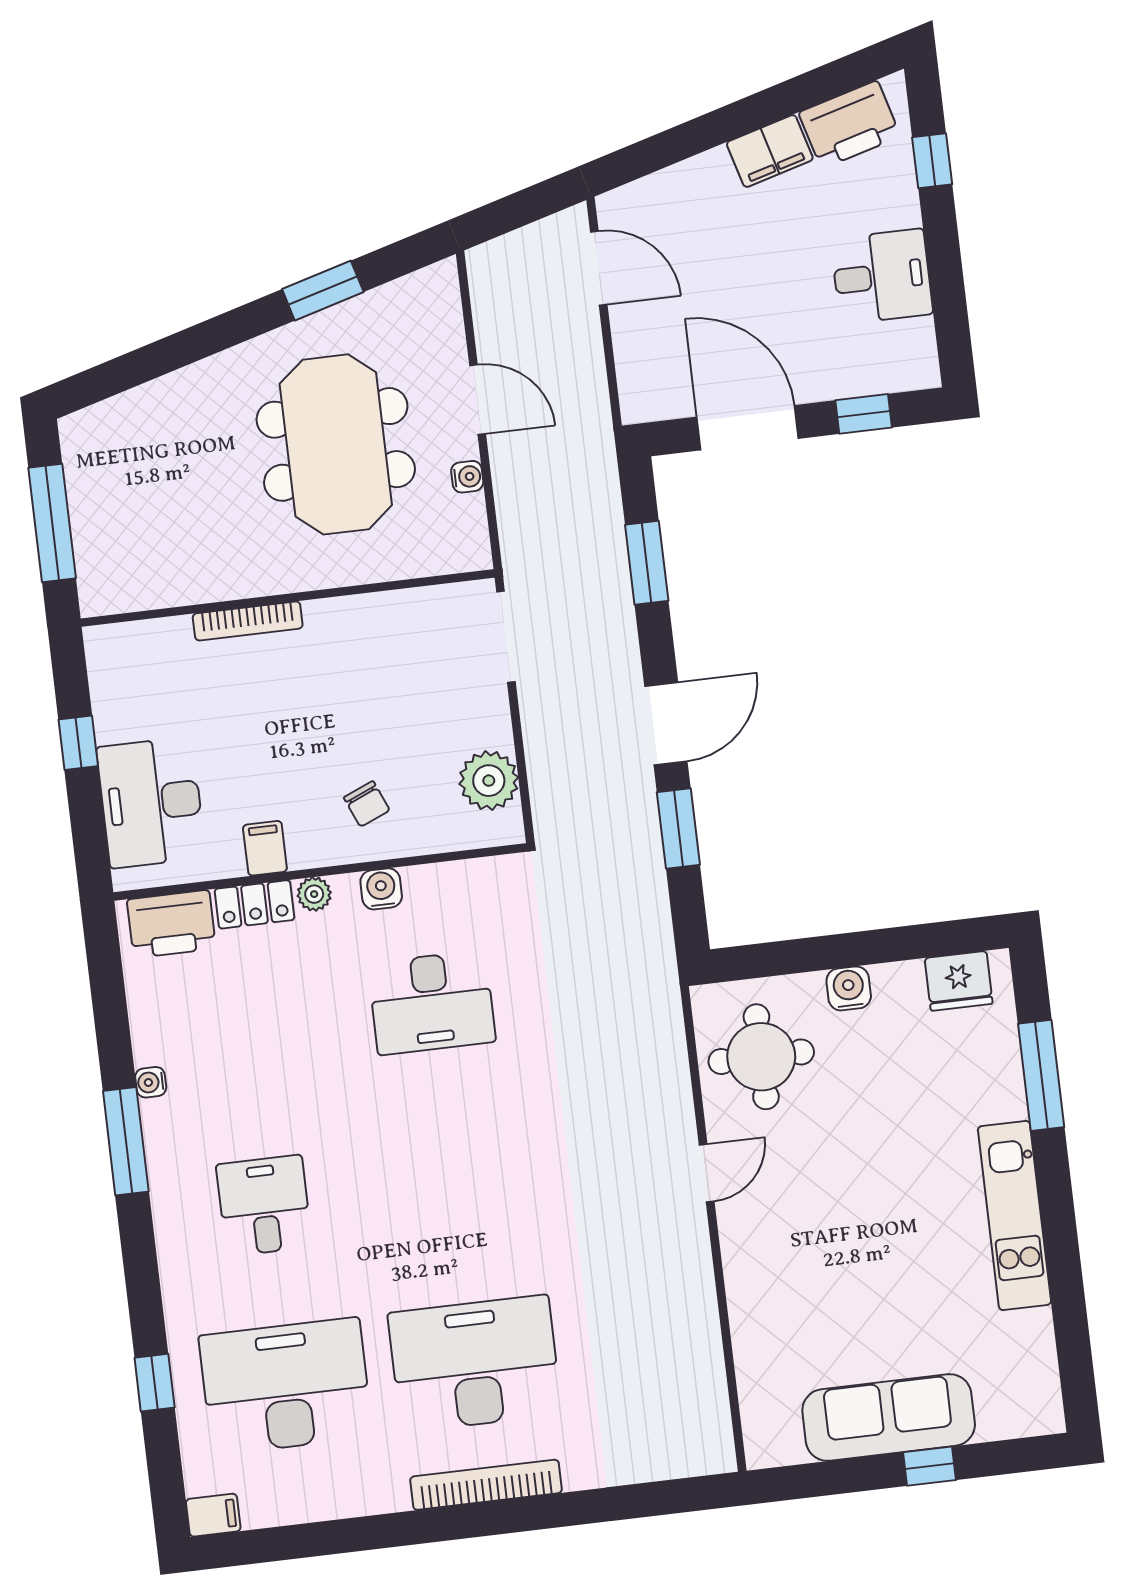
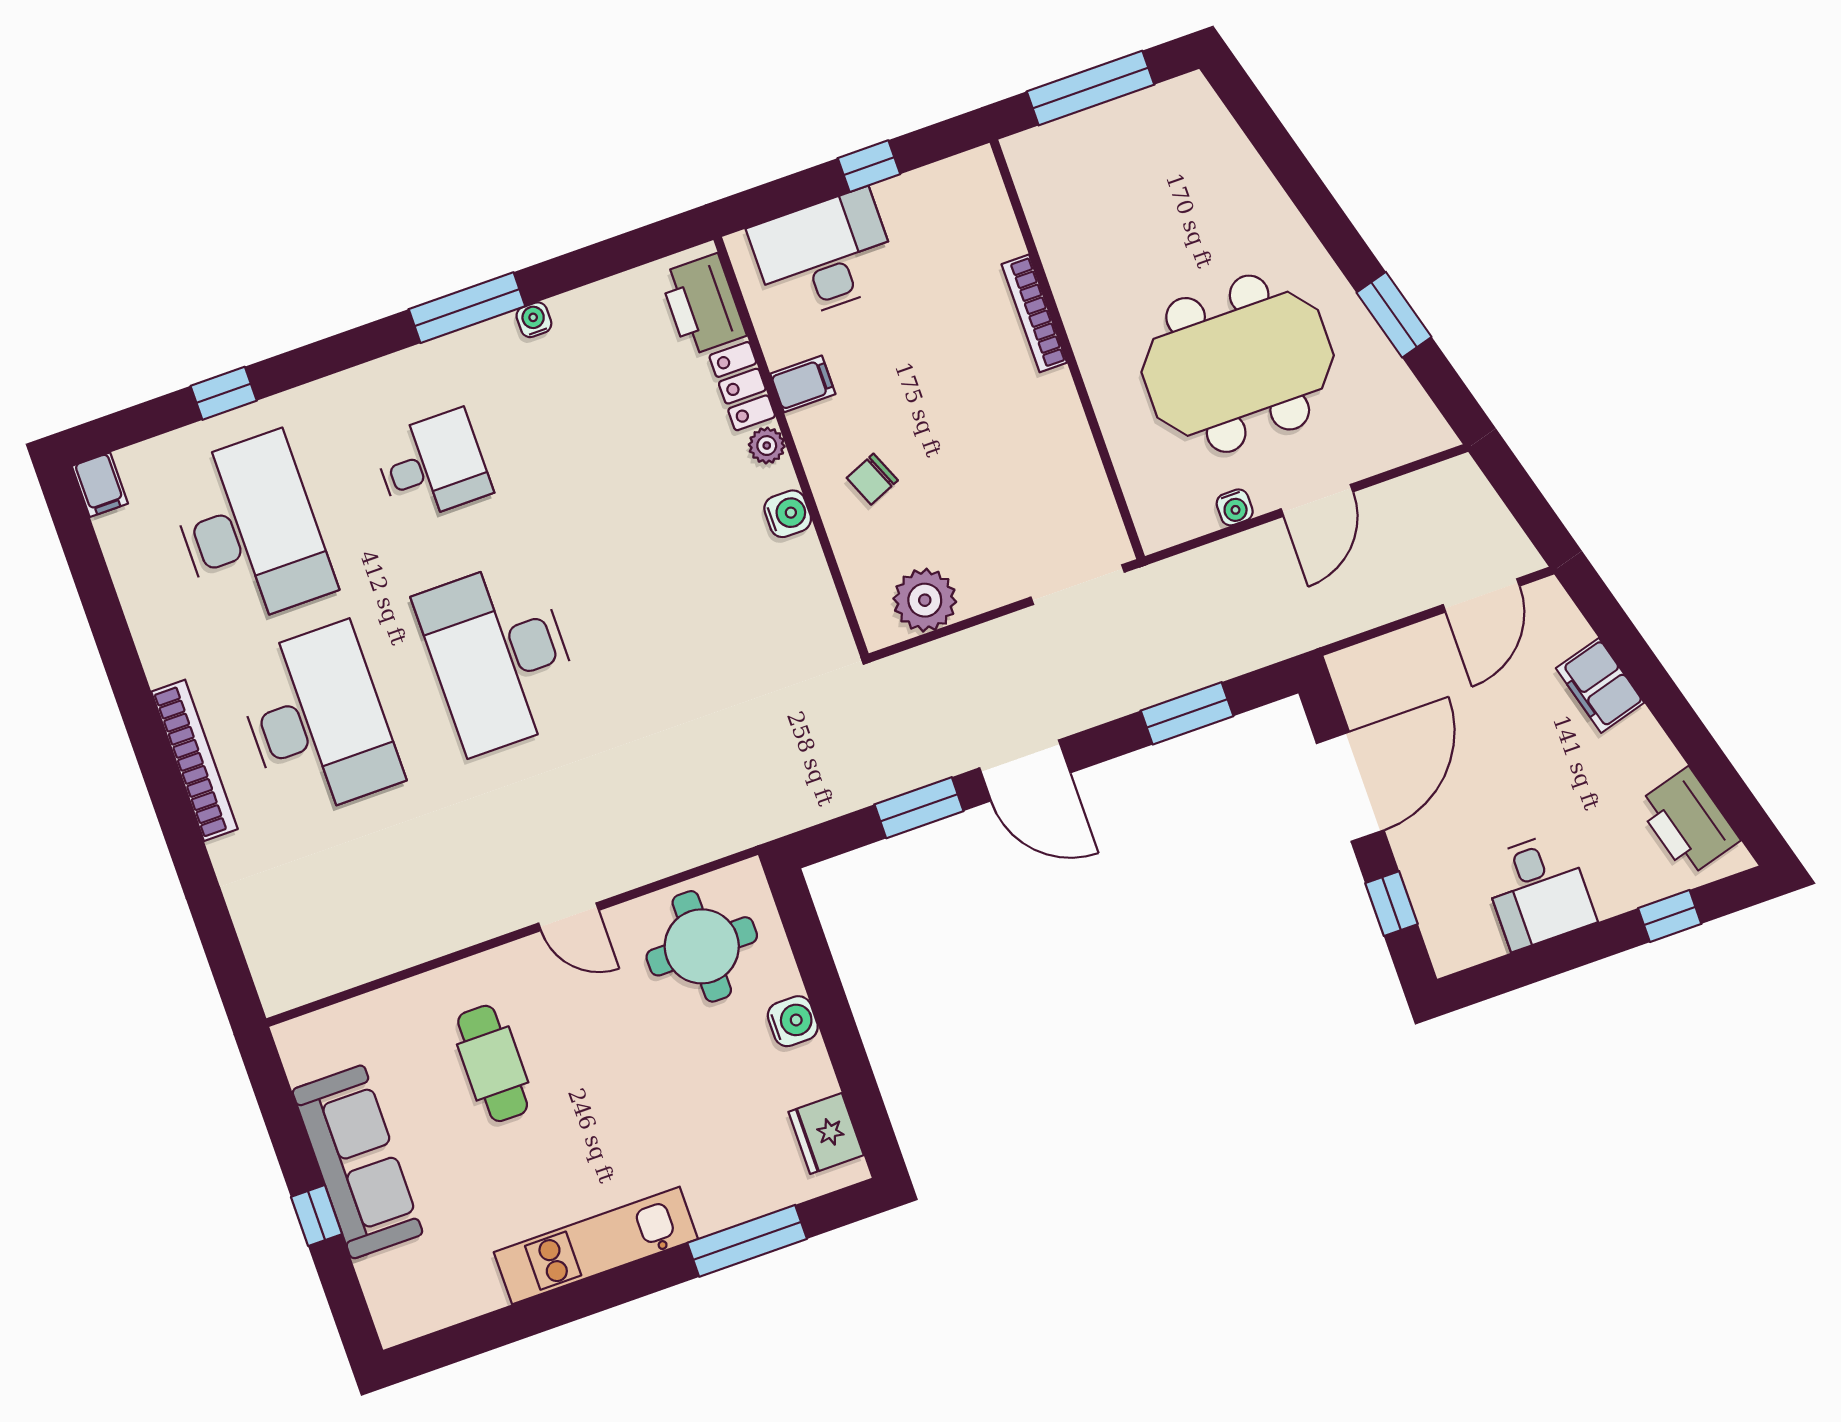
filing cabinet: (770, 151) -> (1600, 685), moved
desk: (432, 1002) -> (500, 657), moved, width x1.36, depth x1.30
cafe table: (826, 1273) -> (493, 1063), added

